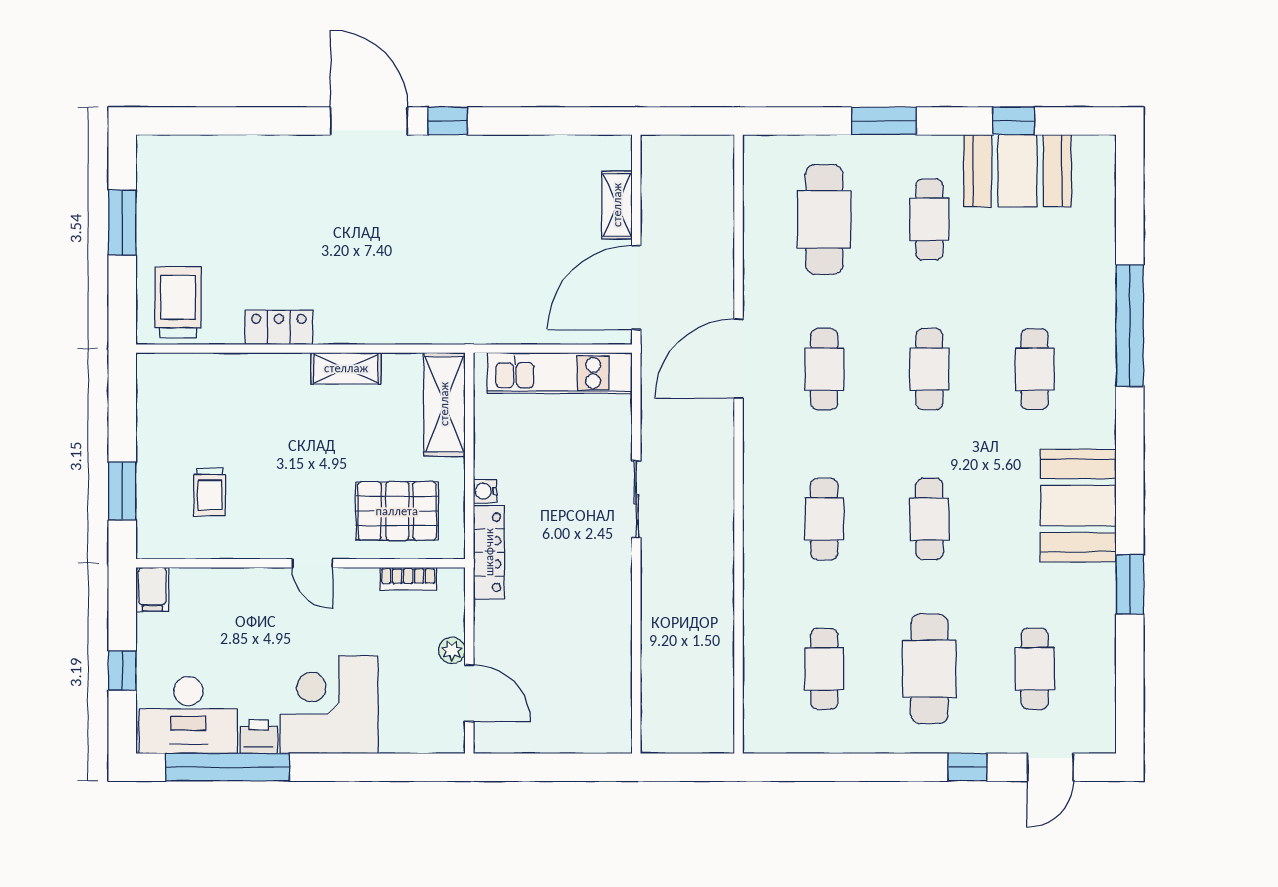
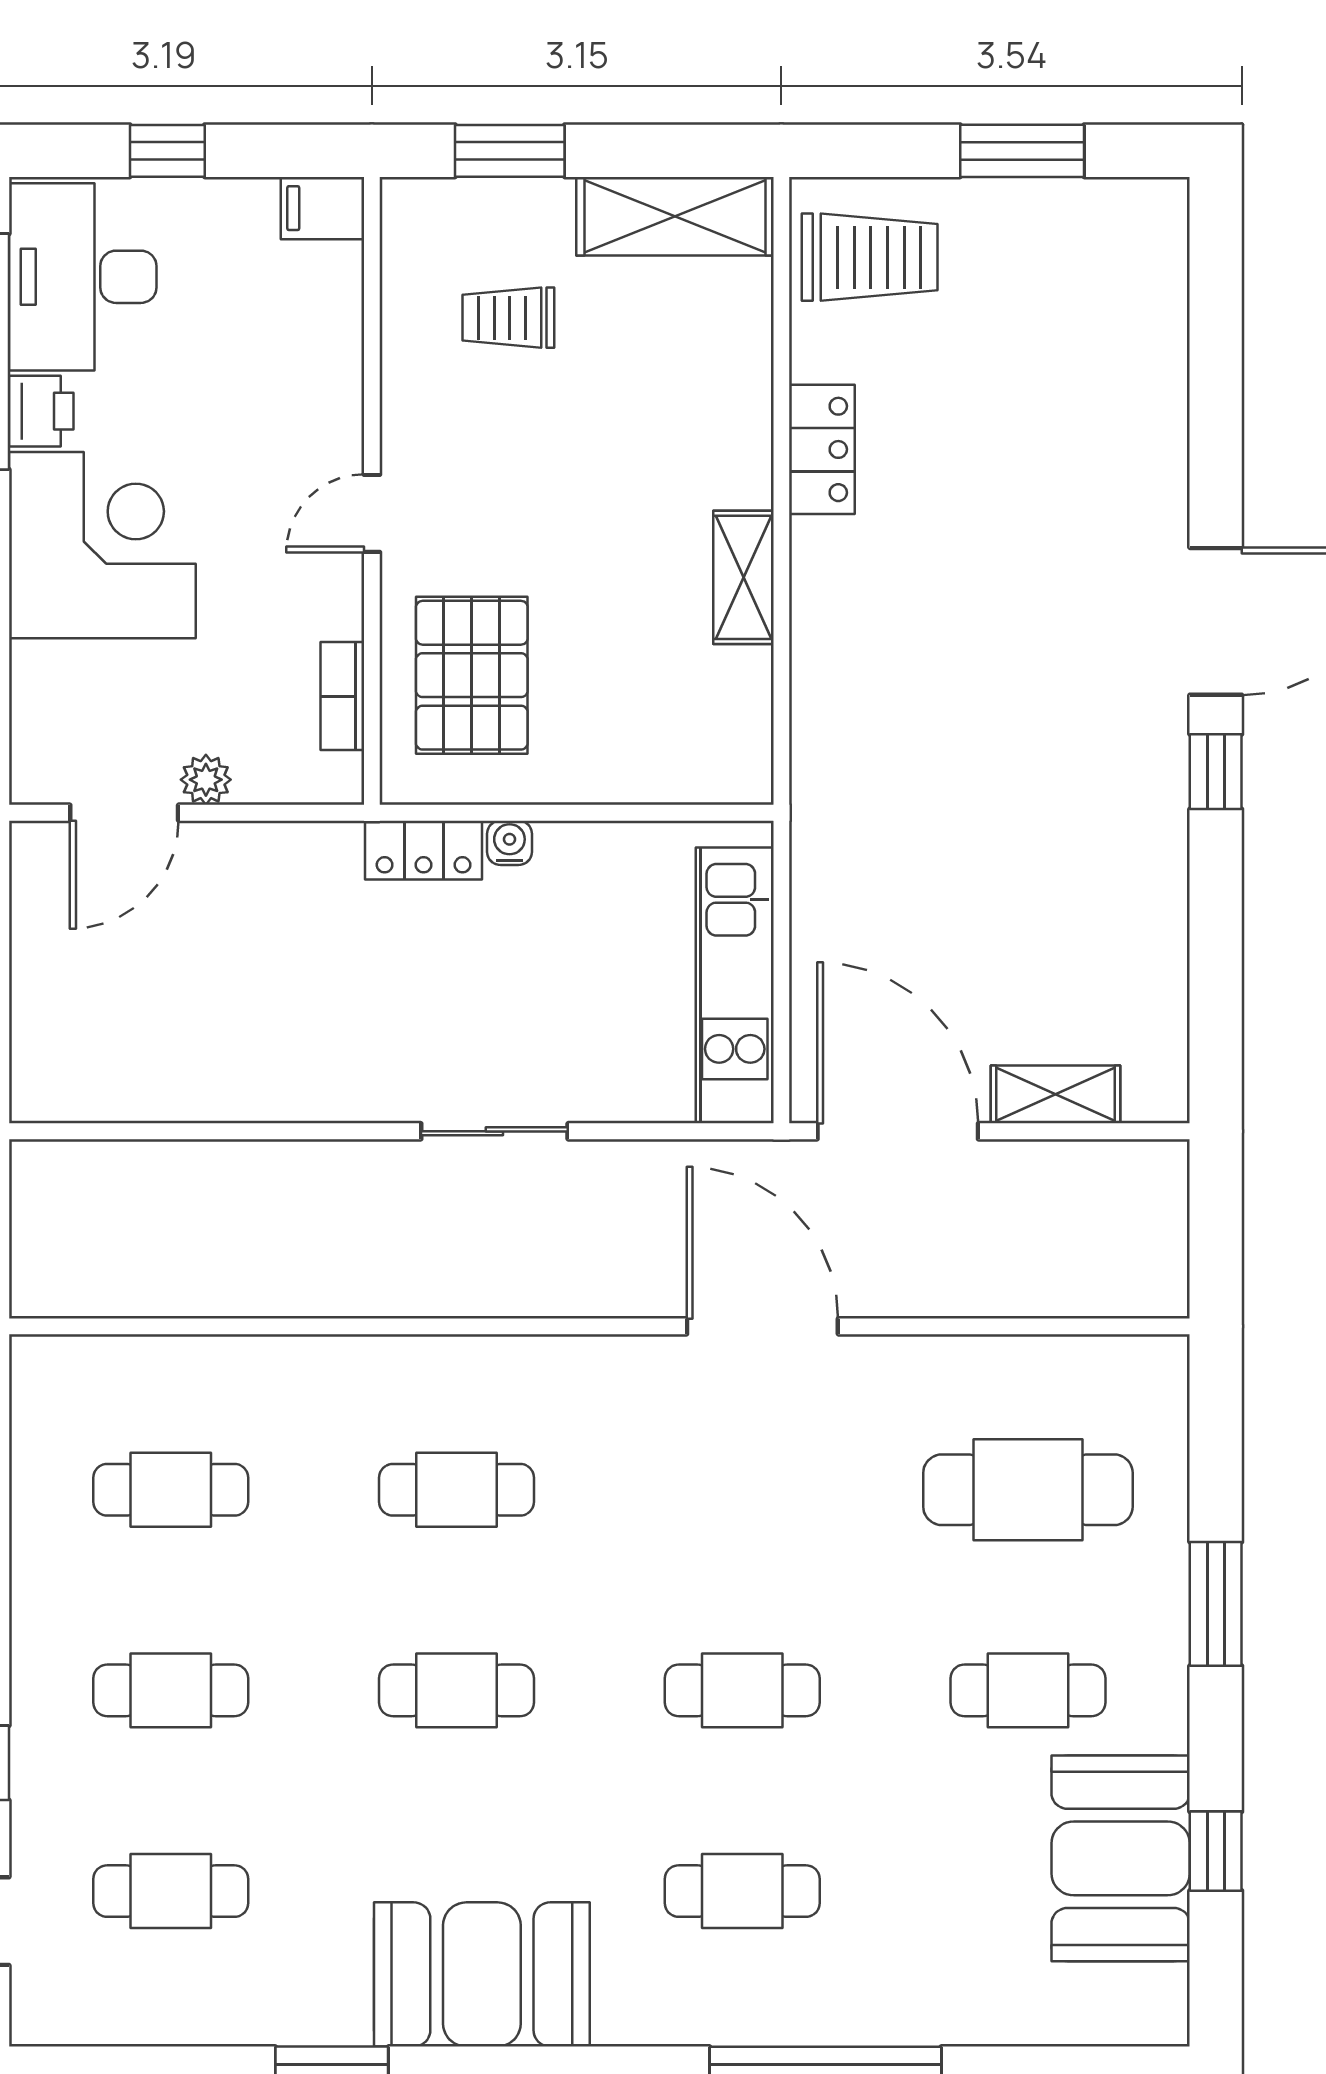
cafe table: (824, 369) -> (742, 1490), removed
shelving: (444, 404) -> (675, 216), moved
locker: (489, 552) -> (424, 850), width x0.66
cafe table: (929, 669) -> (171, 1690), width x0.73, depth x0.74

